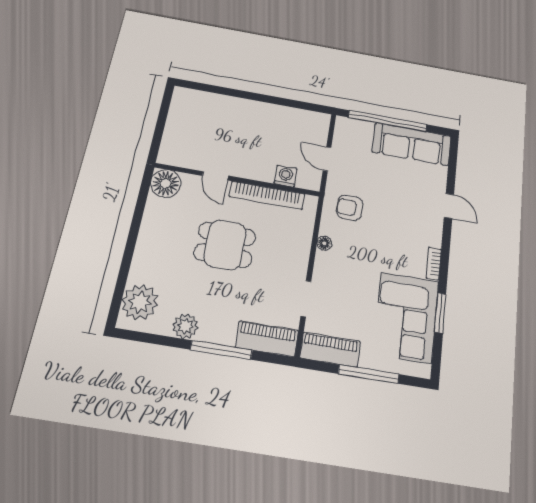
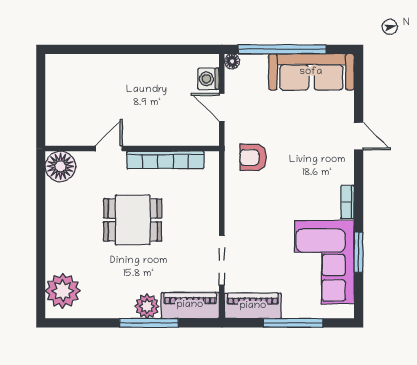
door: (215, 176) -> (109, 148), swing flipped
washing machine: (286, 176) -> (209, 79), moved, turned -90
floor lamp: (324, 243) -> (232, 61), moved
doorway: (306, 299) -> (222, 260), width x1.38
plant: (185, 326) -> (147, 306), moved

